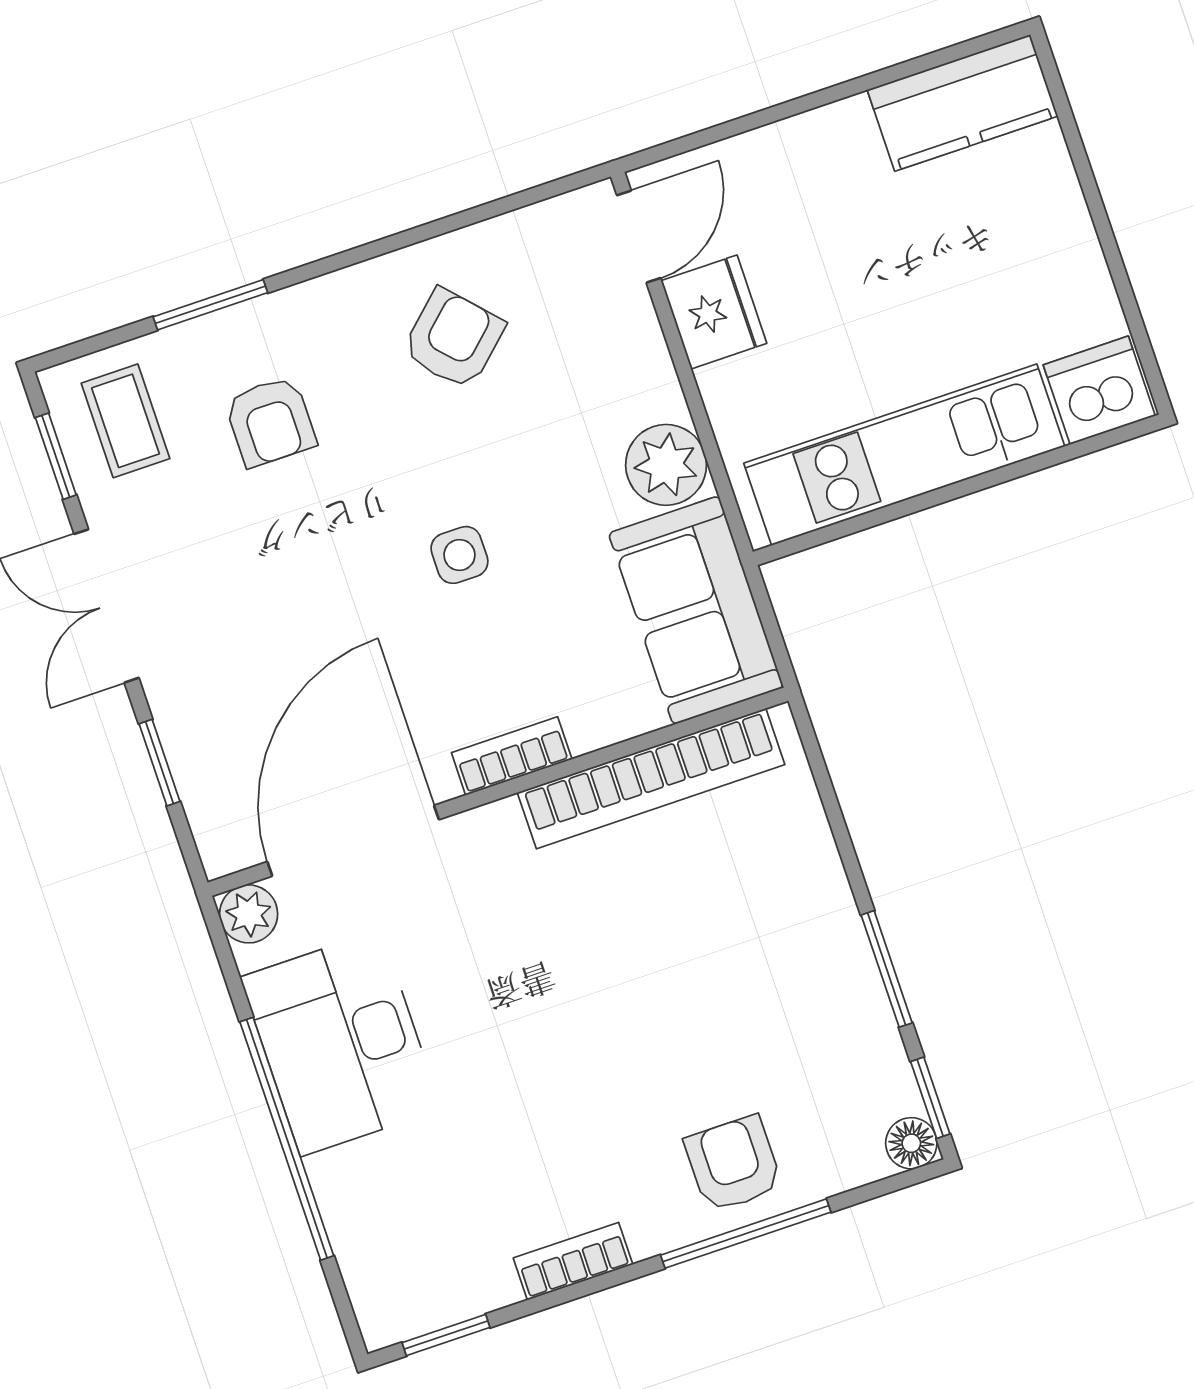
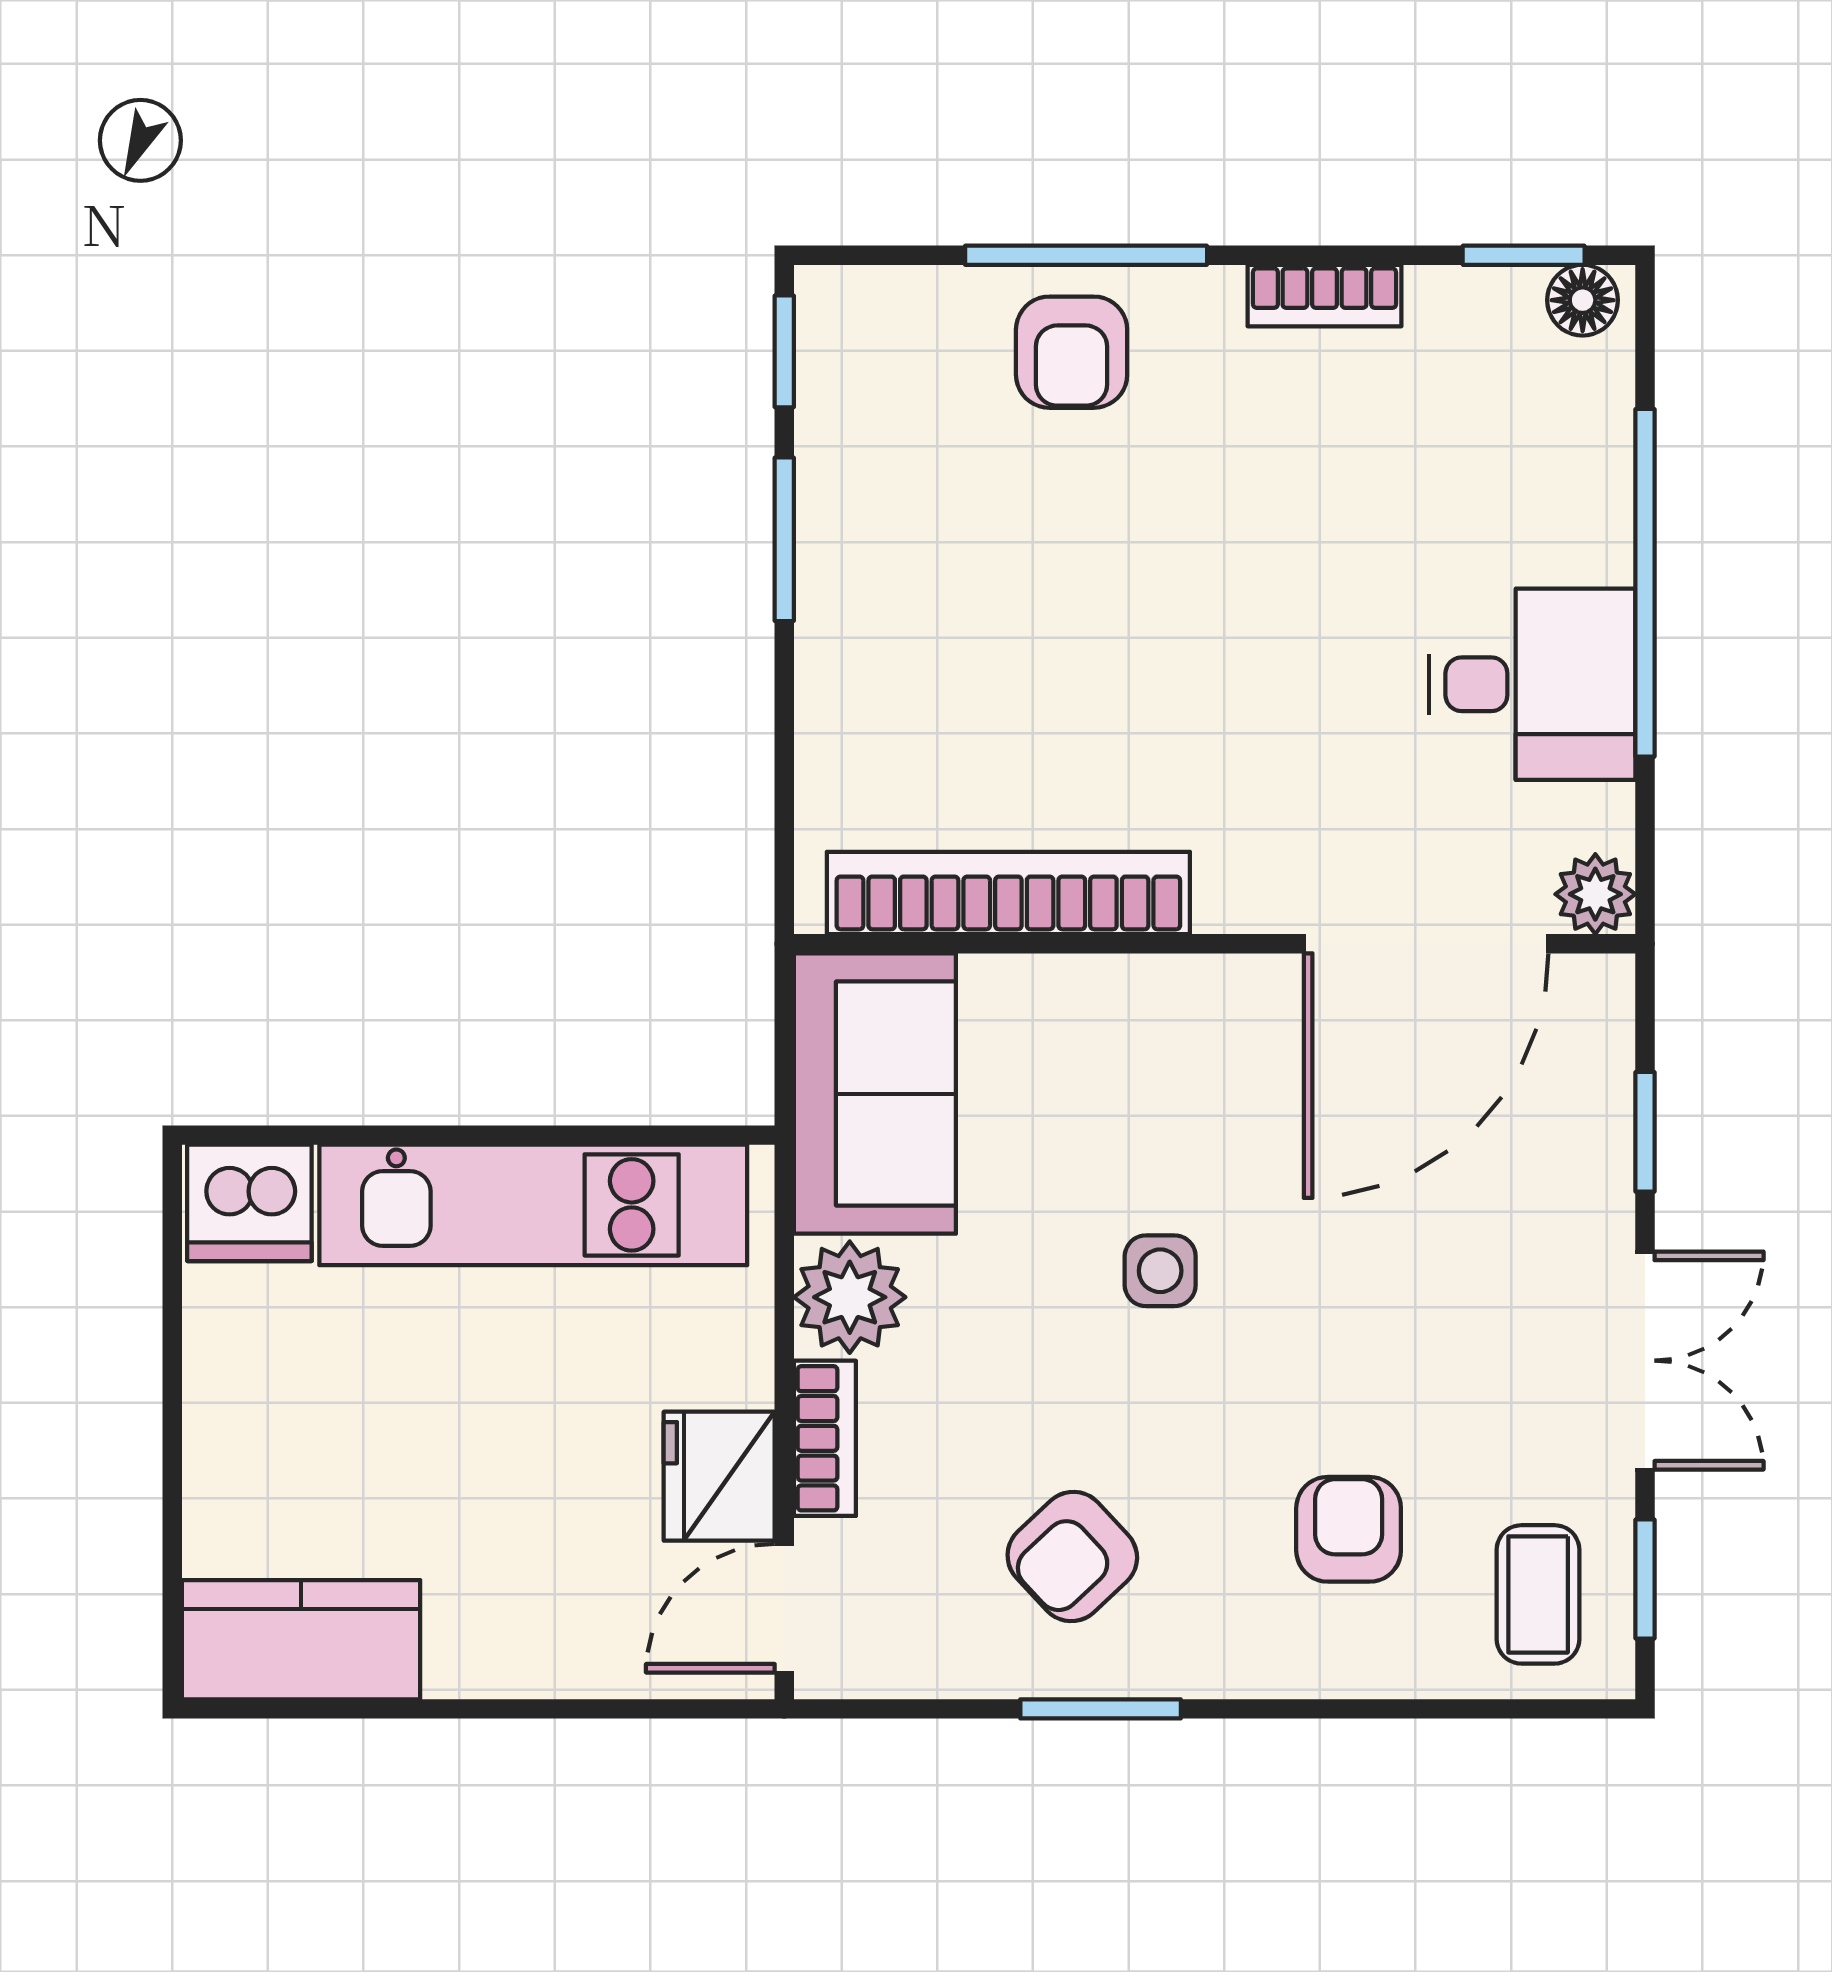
window: (210, 305) -> (1101, 1709), moved
bookcase: (512, 756) -> (825, 1438), moved, turned -90
desk: (341, 1043) -> (1532, 684), width x0.73
floor lamp: (911, 1143) -> (1583, 300), moved

